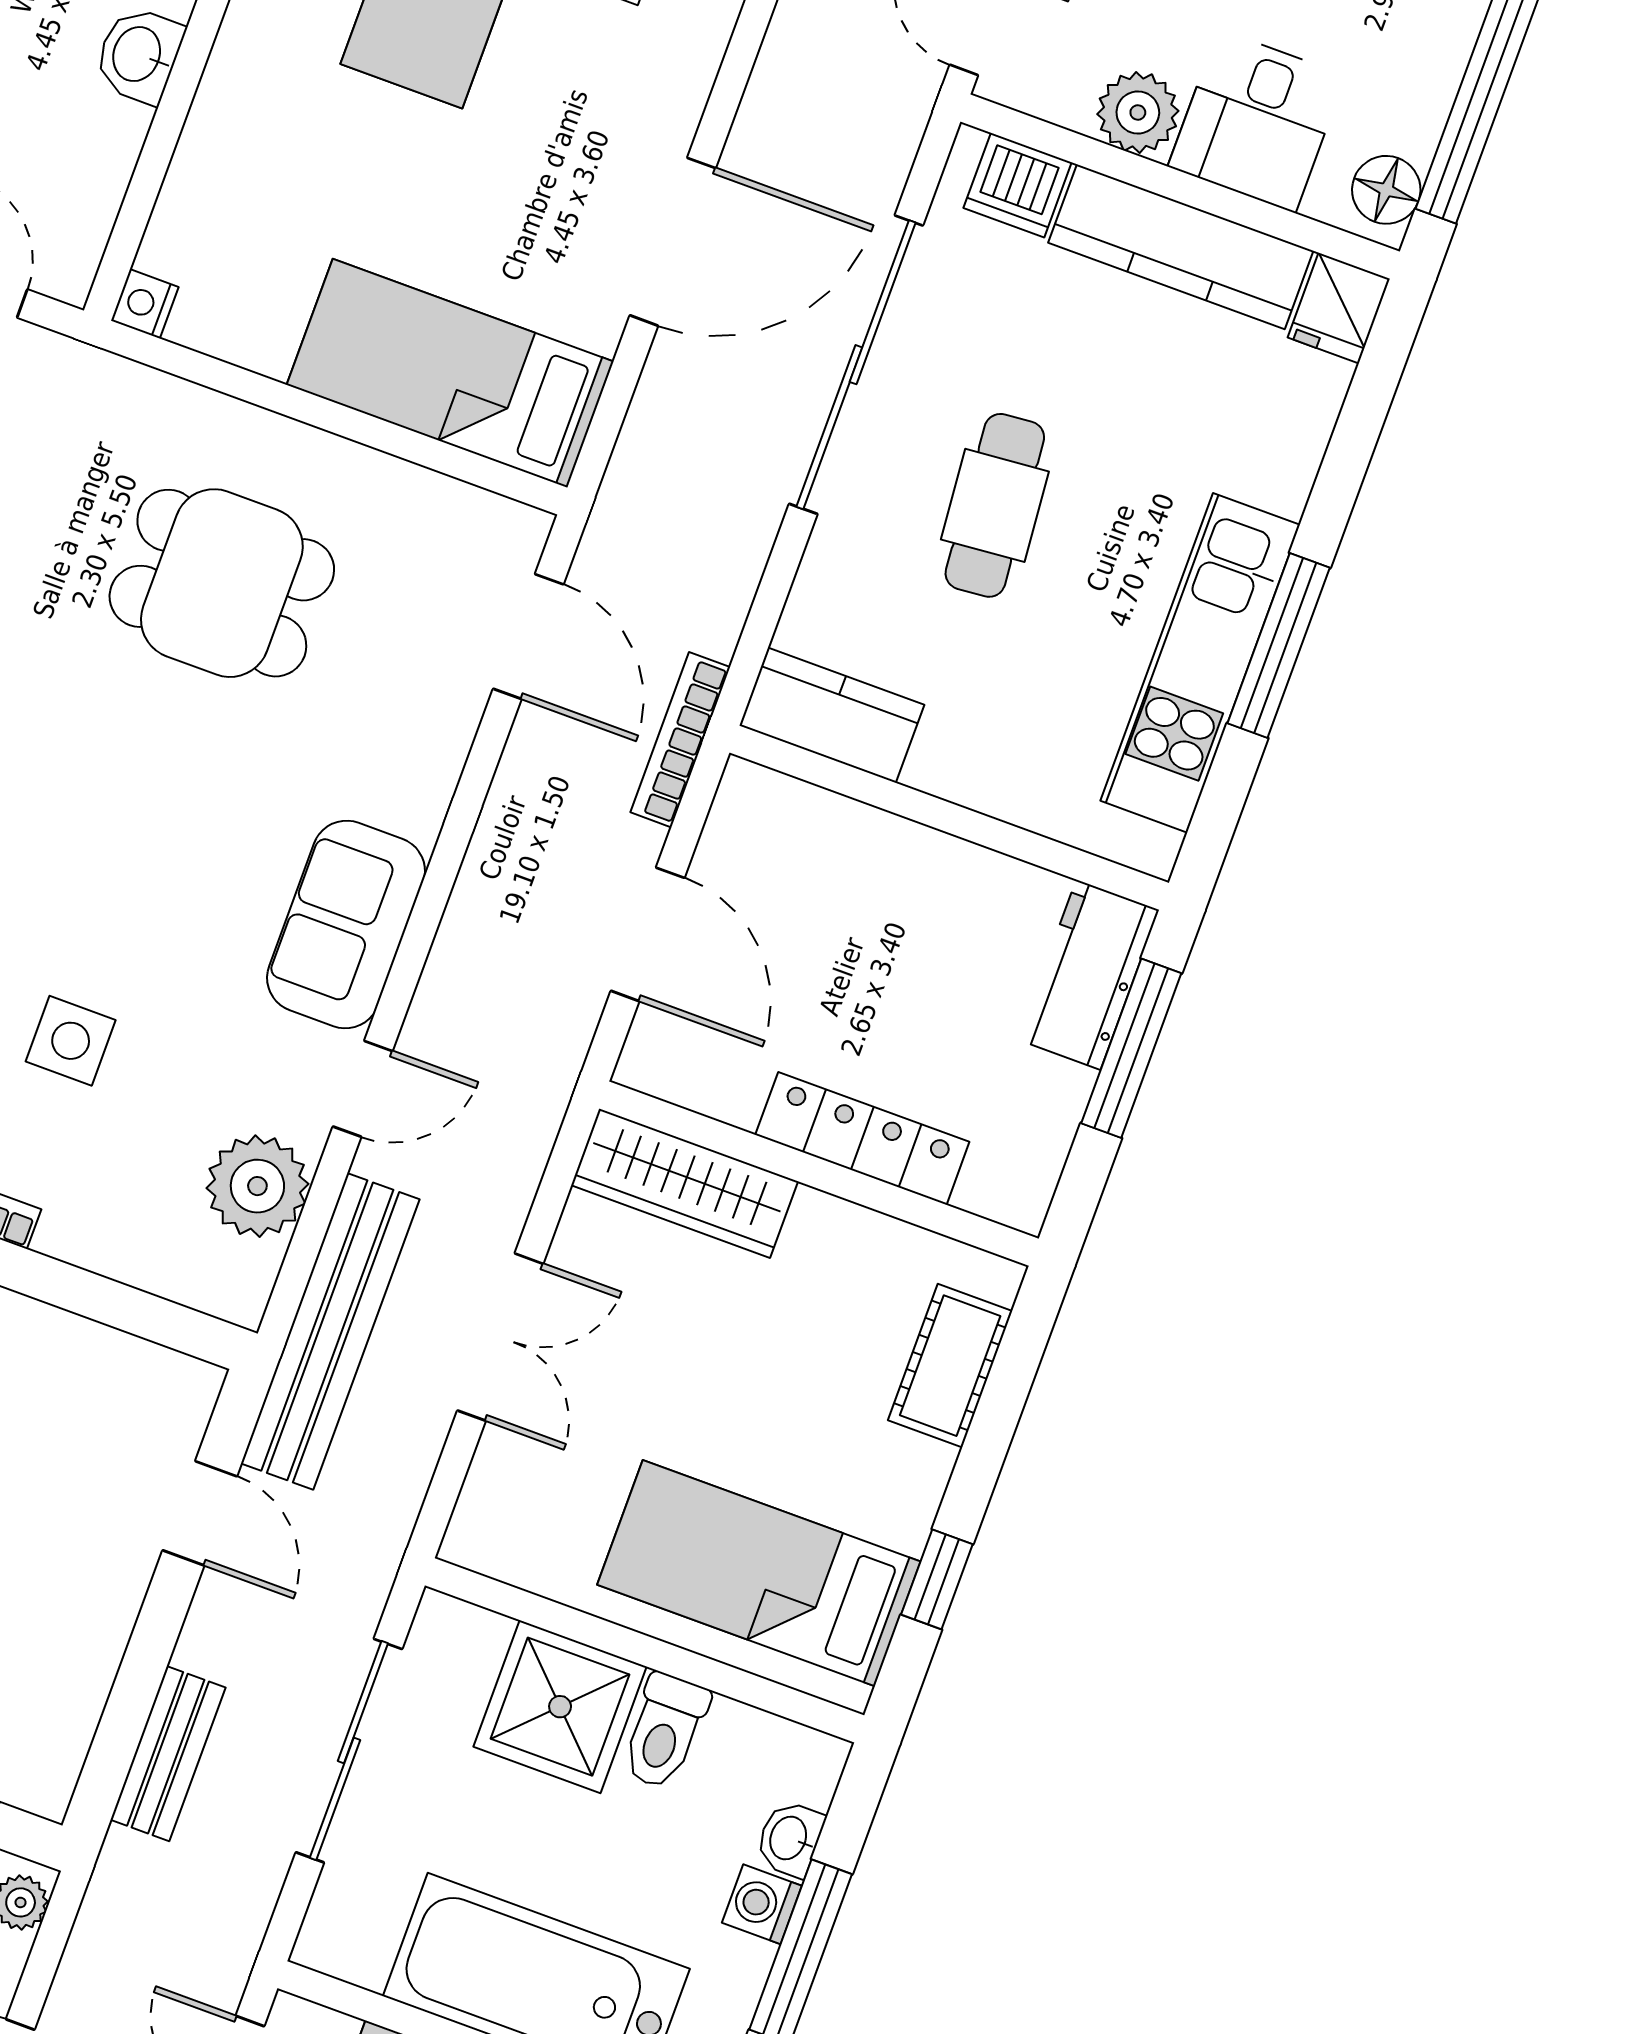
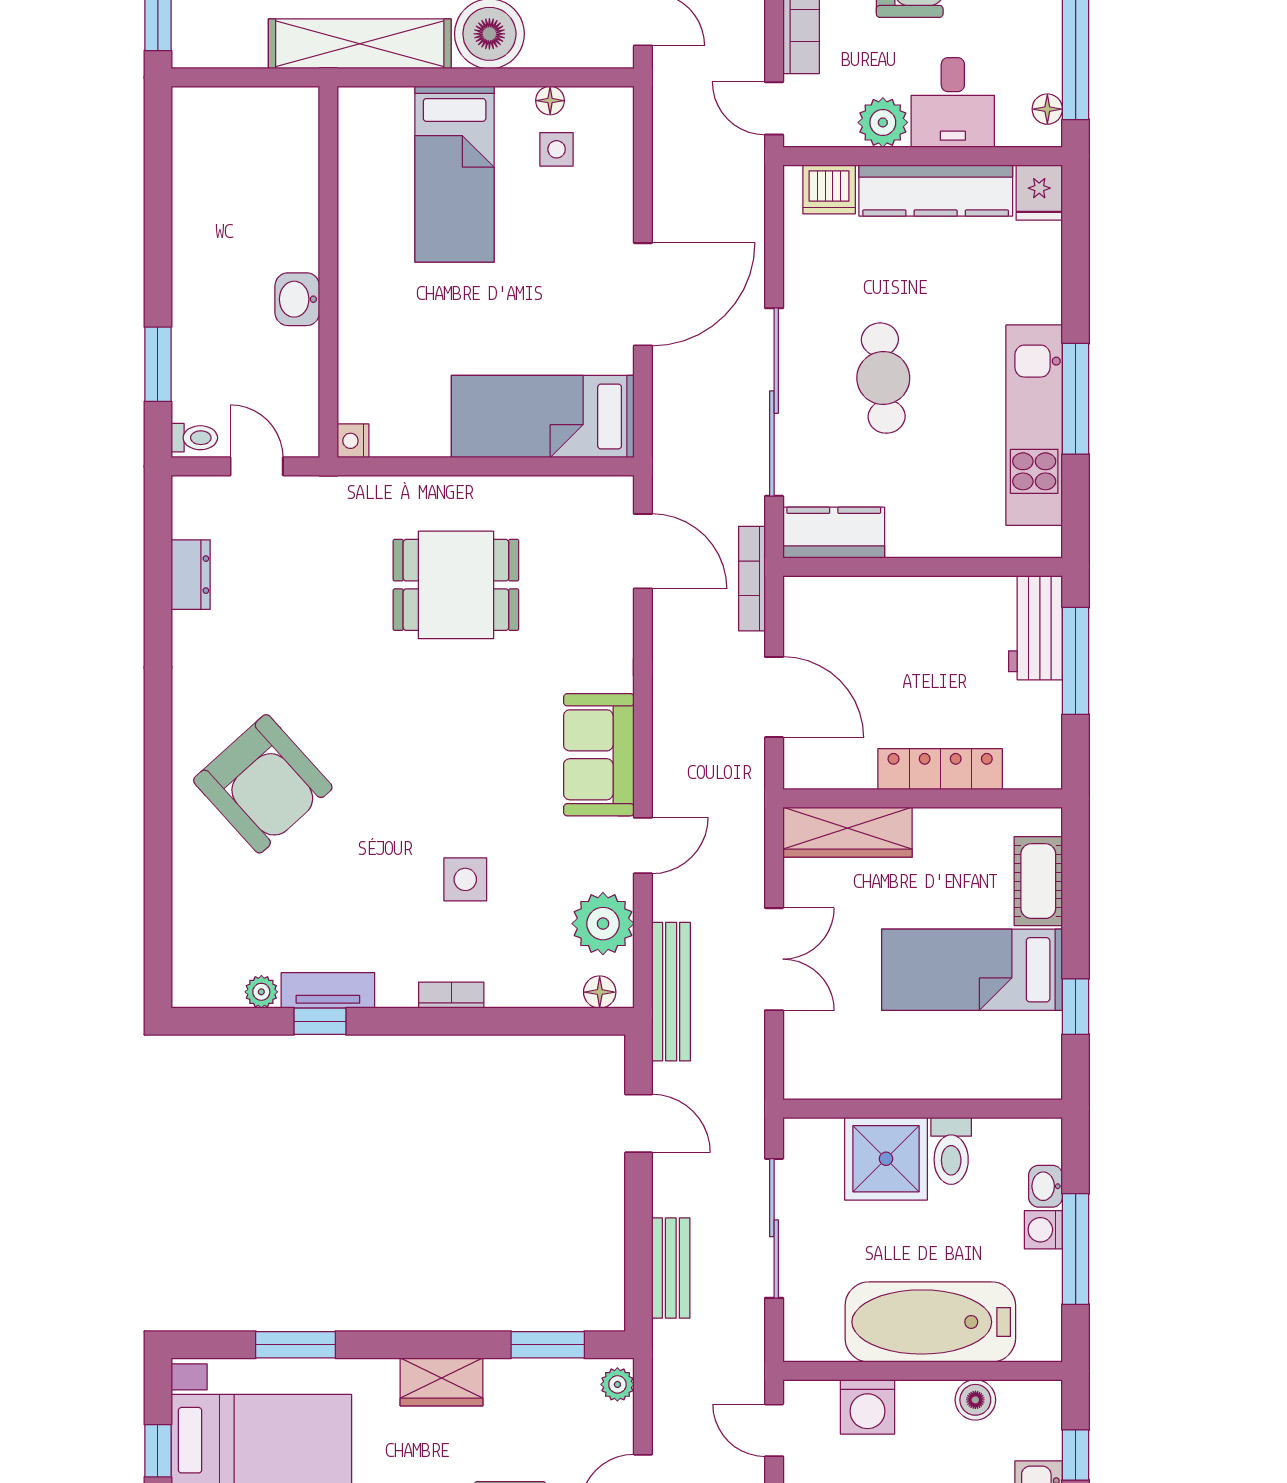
floor lamp: (1386, 190) -> (1047, 109), width x0.73, depth x0.73
sliding door: (856, 365) -> (774, 402), moved
floor lamp: (214, 1289) -> (600, 992), added
bench: (330, 1331) -> (671, 992), width x0.73, depth x0.82
bed: (759, 1573) -> (972, 970), moved

